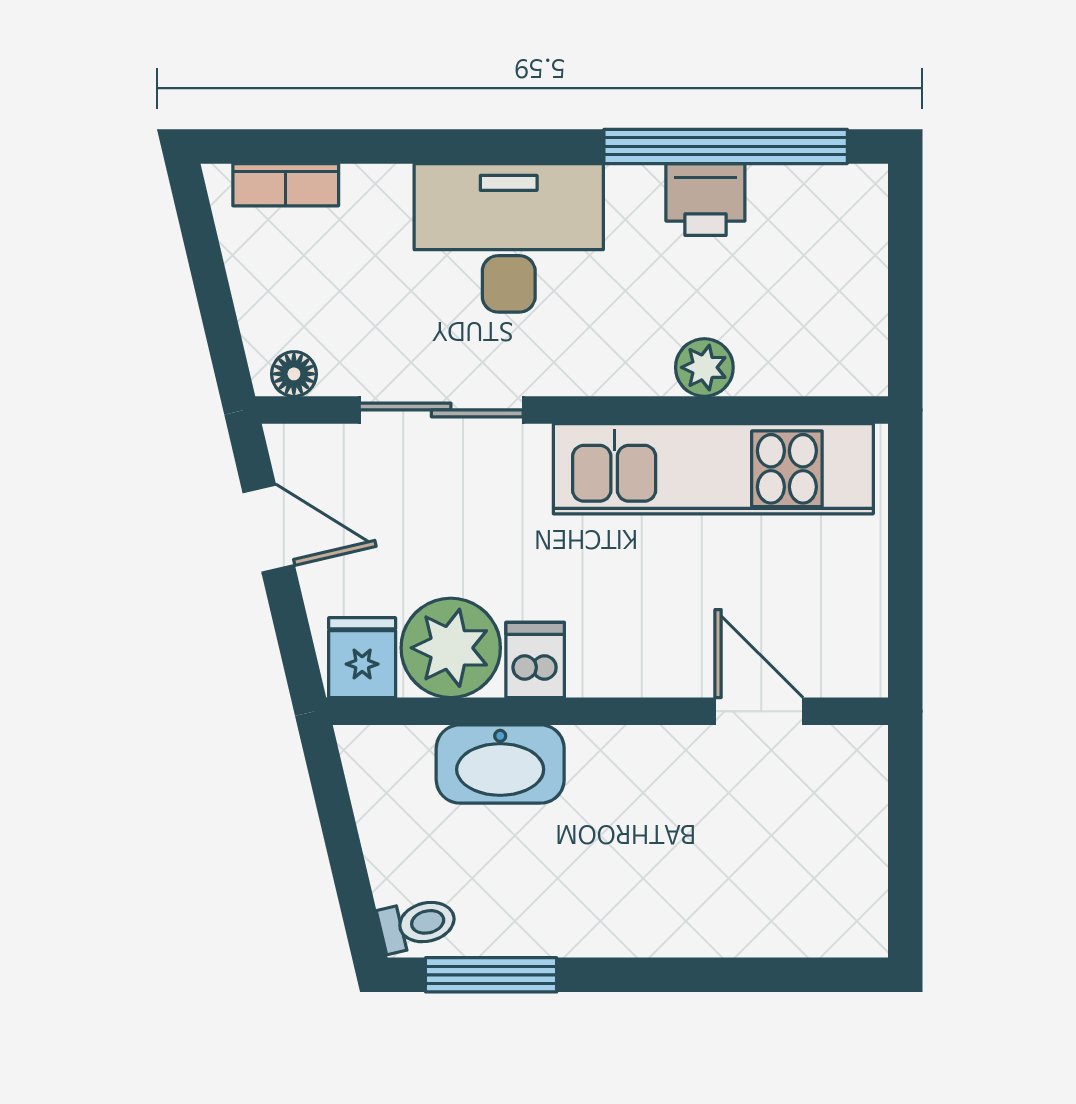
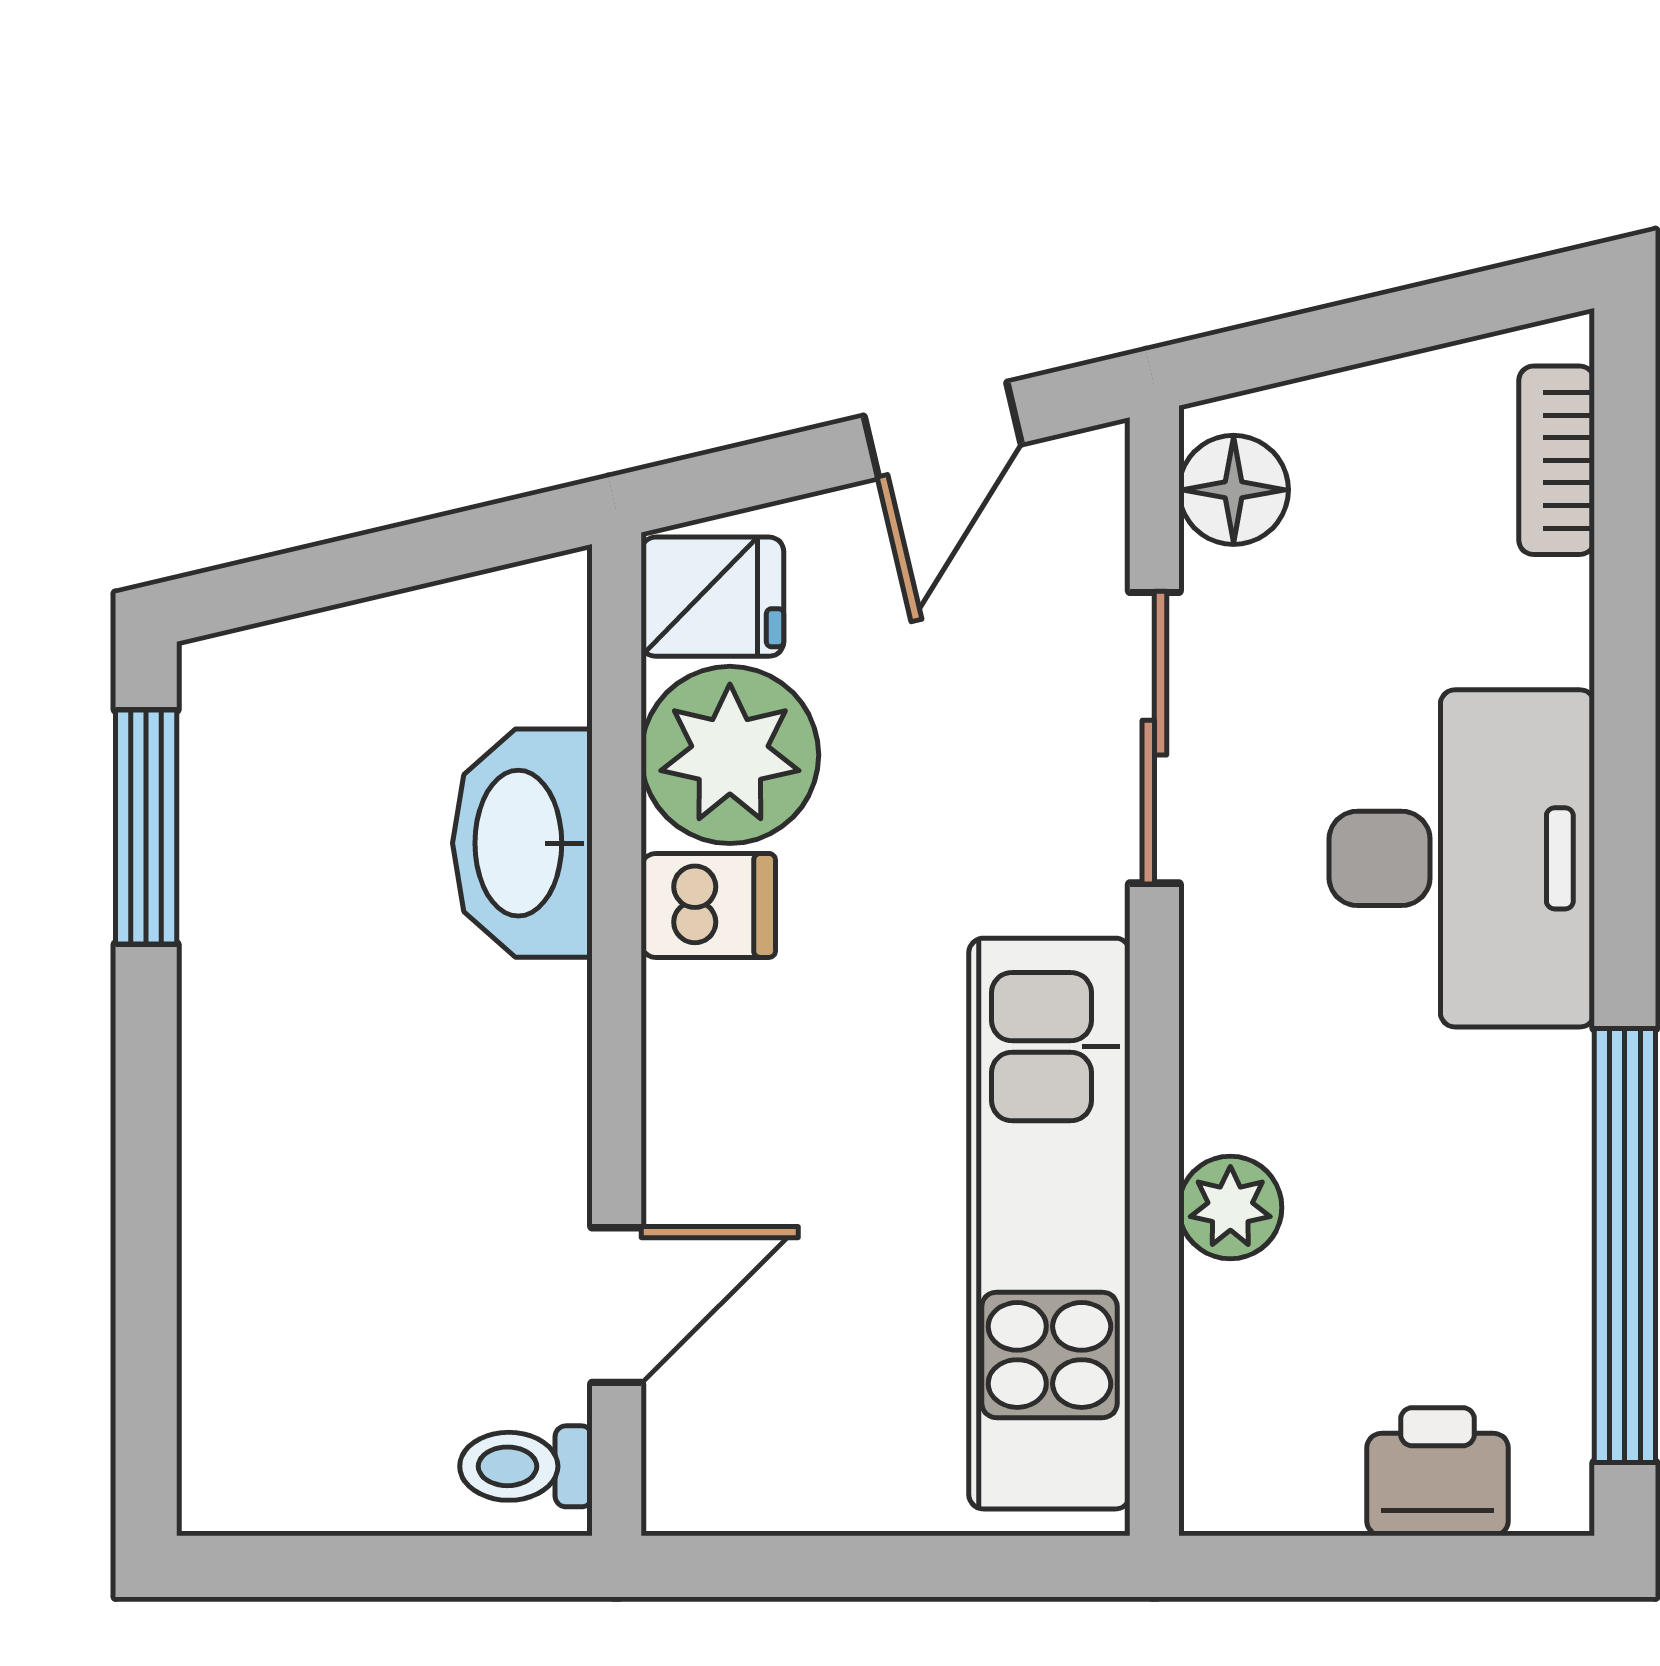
printer: (705, 199) -> (1438, 1472), moved, turned 90
floor lamp: (294, 374) -> (1234, 490), width x1.37, depth x1.37
toilet: (418, 924) -> (526, 1466), moved, turned 103

